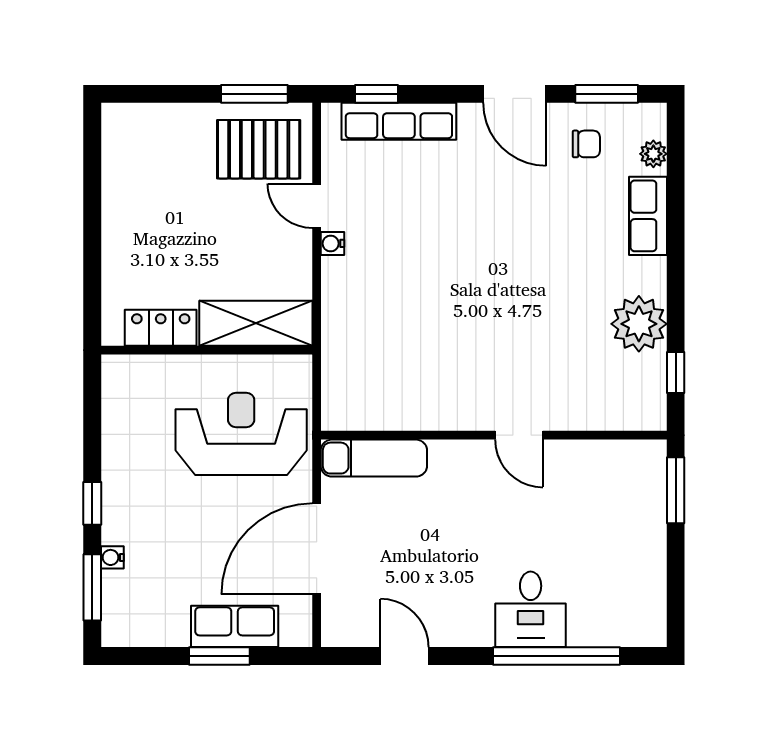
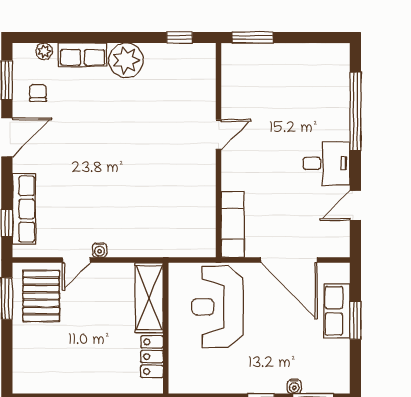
plant: (639, 324) -> (126, 60), moved
desk: (531, 609) -> (326, 163), moved

